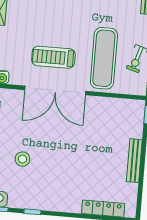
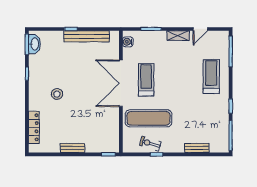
stool: (22, 159) -> (57, 94), moved
bench: (134, 161) -> (72, 148), width x0.73

